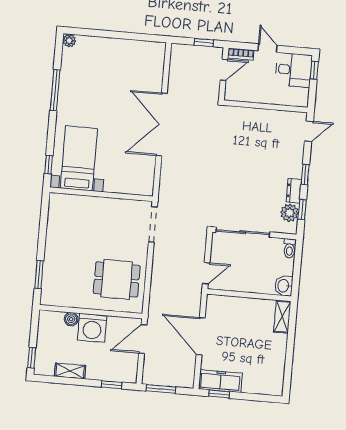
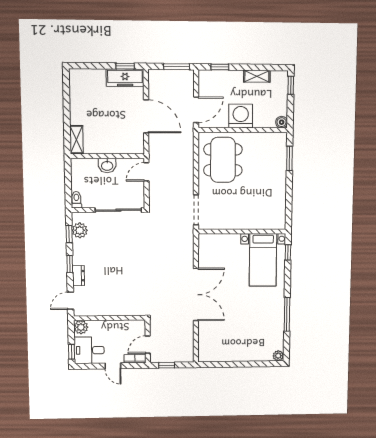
plant: (300, 98) -> (81, 327), added
dresser: (294, 191) -> (79, 276), moved
dining table: (117, 279) -> (223, 160), width x1.38
washbasin: (284, 286) -> (107, 165), moved, turned 90
boiler: (71, 319) -> (282, 122), moved

